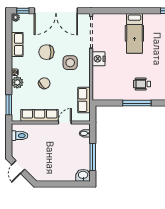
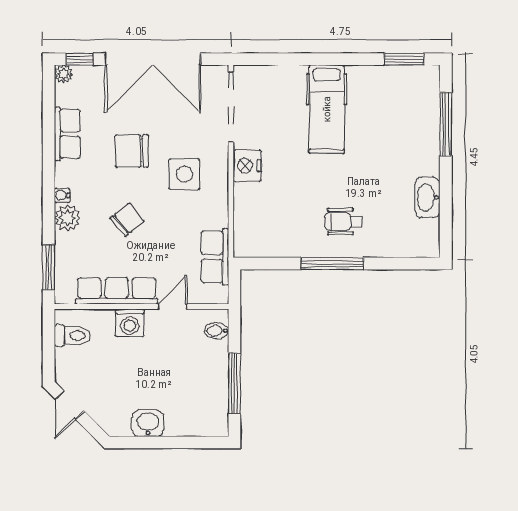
washing machine: (45, 130) -> (130, 323), added
washbasin: (83, 175) -> (148, 423), moved

